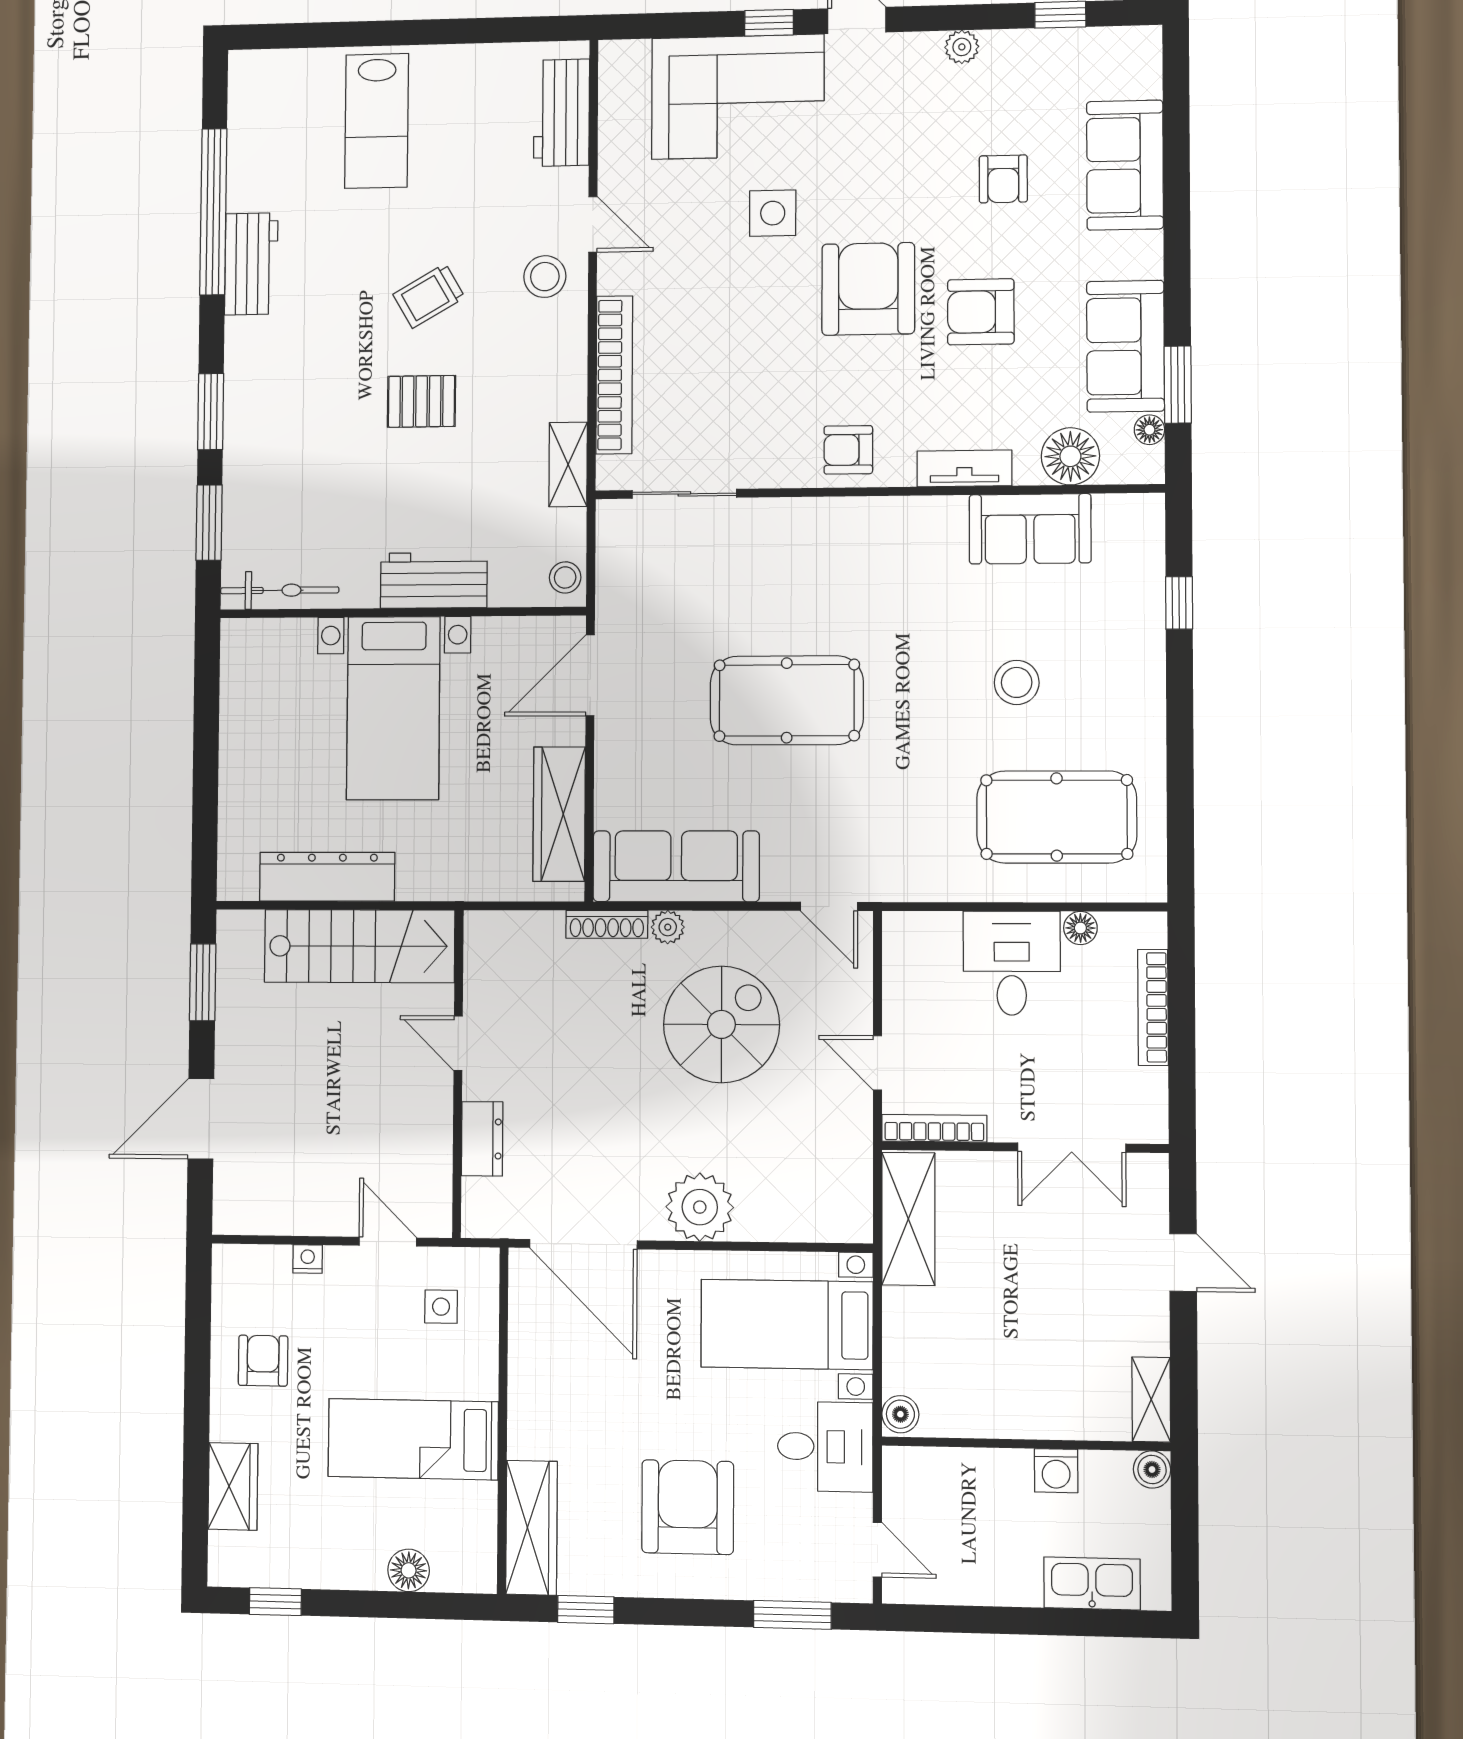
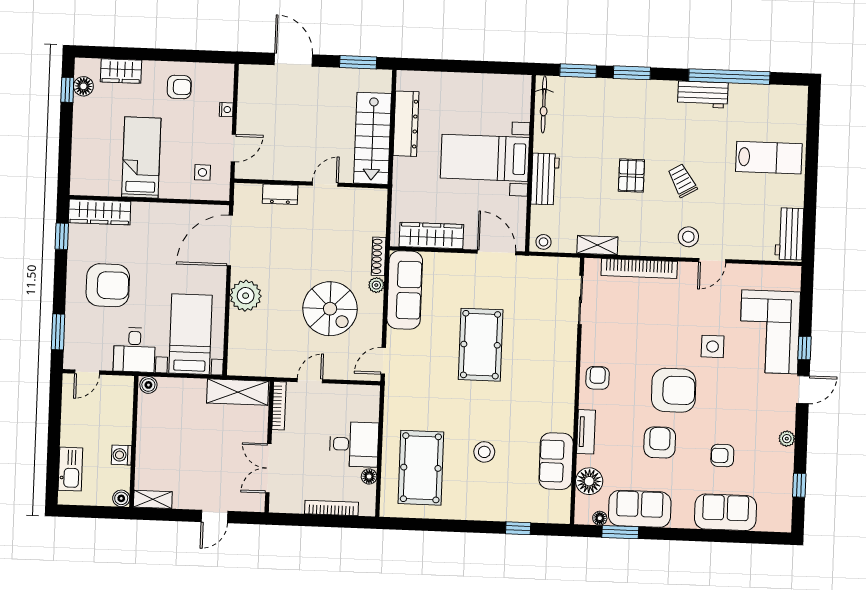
workbench: (562, 113) -> (789, 234), moved, turned -90
lab bench: (377, 121) -> (769, 158), turned 180
floor lamp: (409, 1570) -> (83, 86), moved

